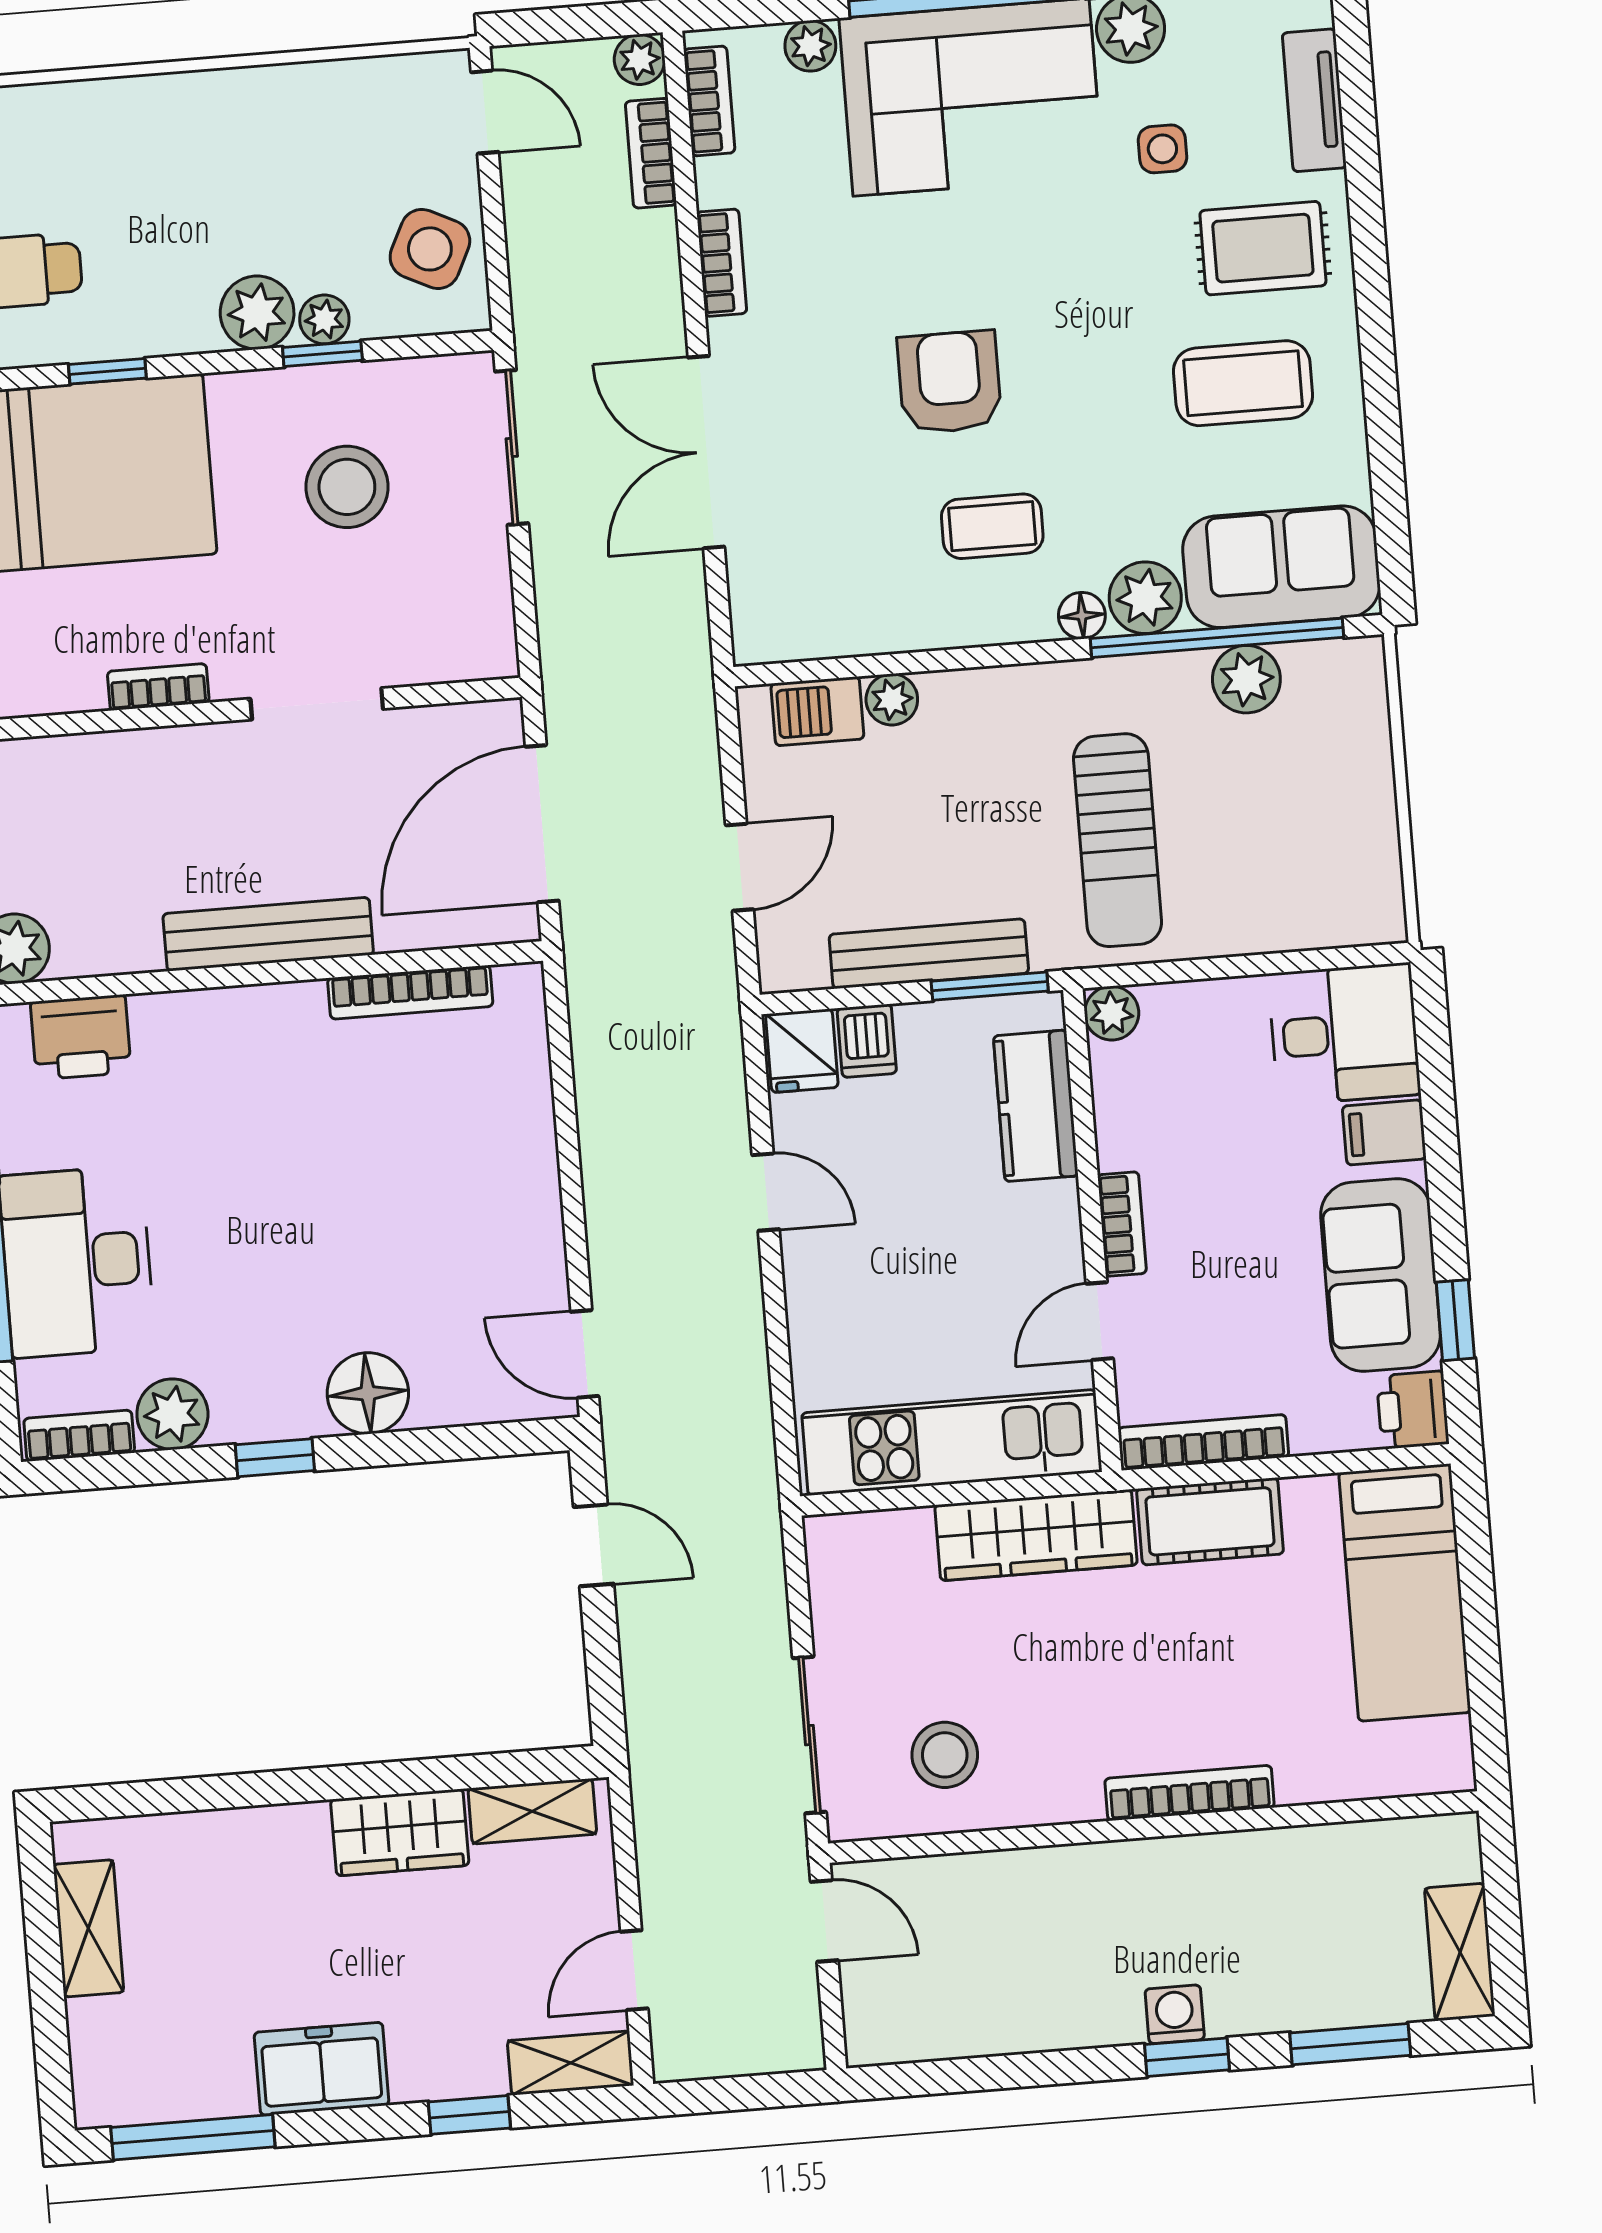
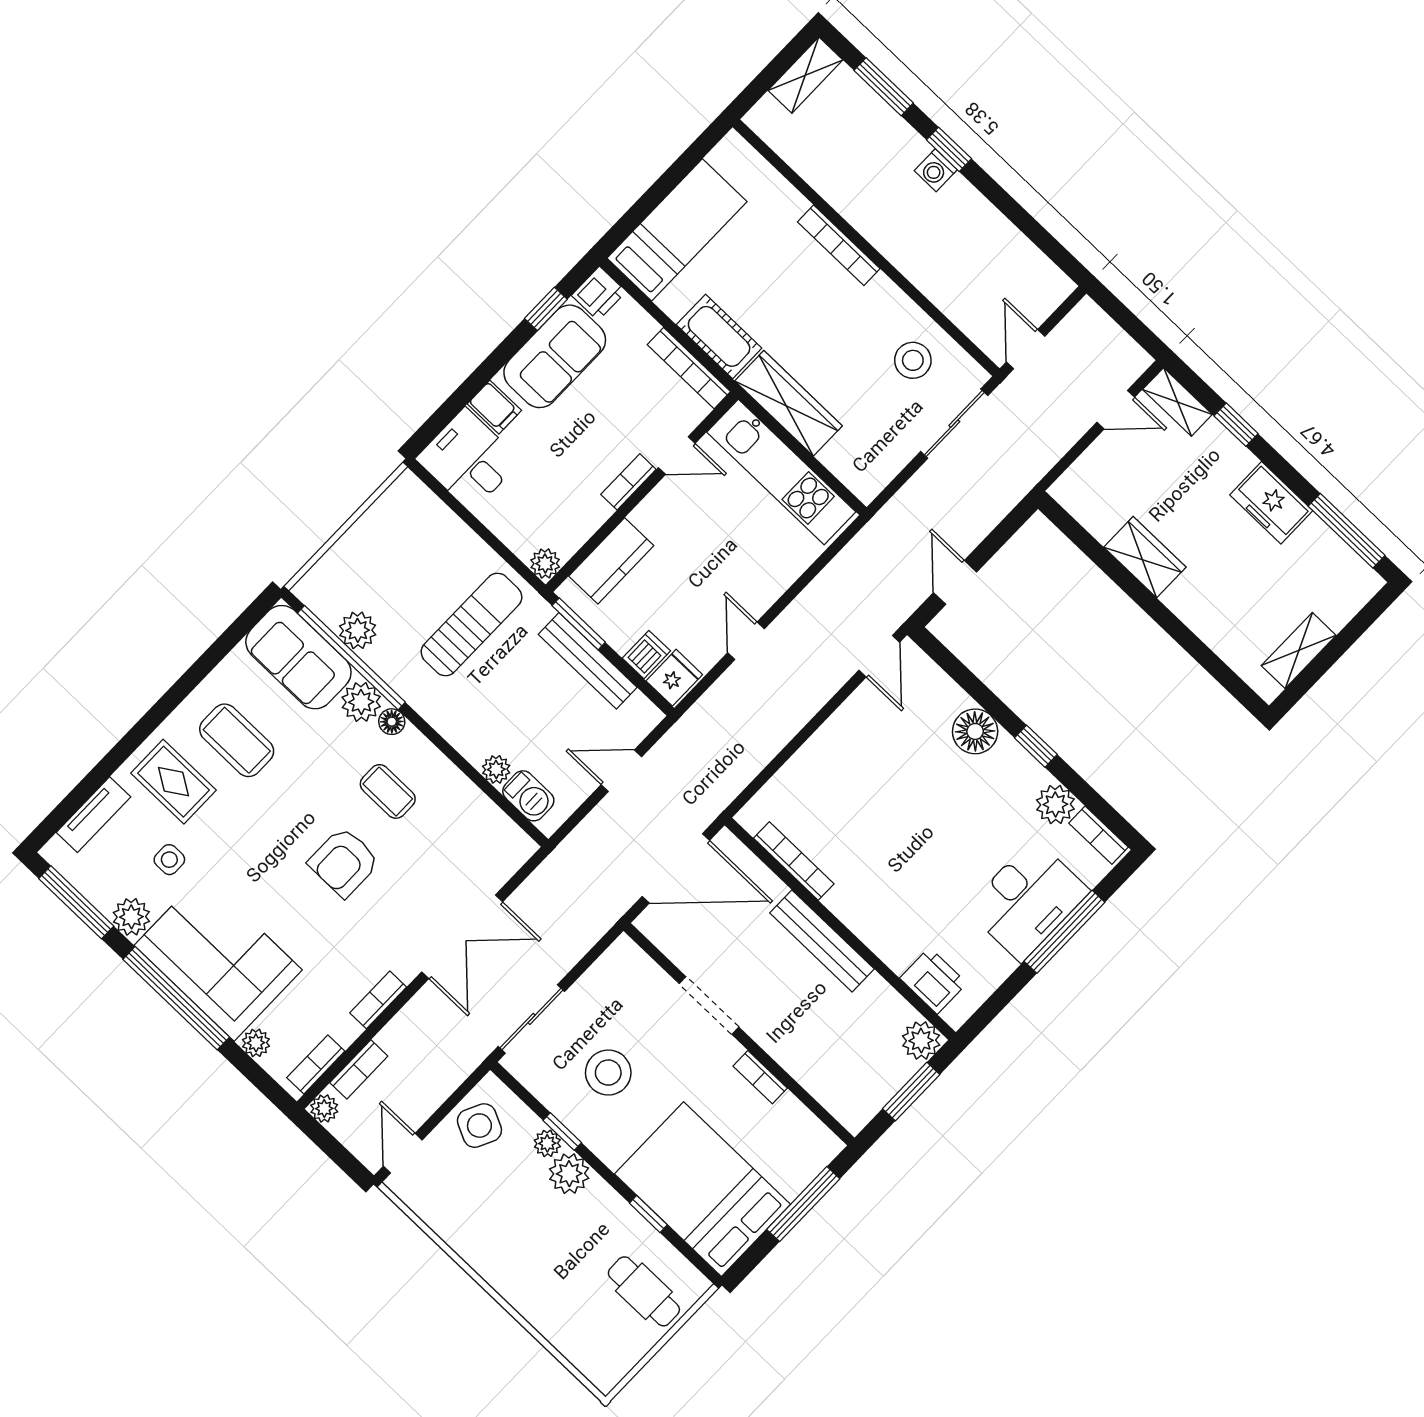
shelving: (532, 1811) -> (1087, 510), removed

